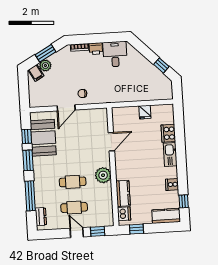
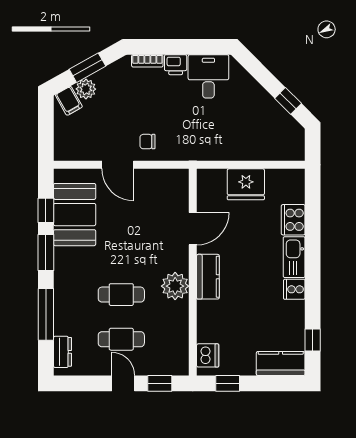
door: (66, 108) -> (118, 165), hinge flipped
fridge: (145, 112) -> (246, 184), width x1.88, depth x1.34
cooker: (172, 184) -> (294, 289), moved
kitchen counter: (123, 193) -> (208, 277), moved

